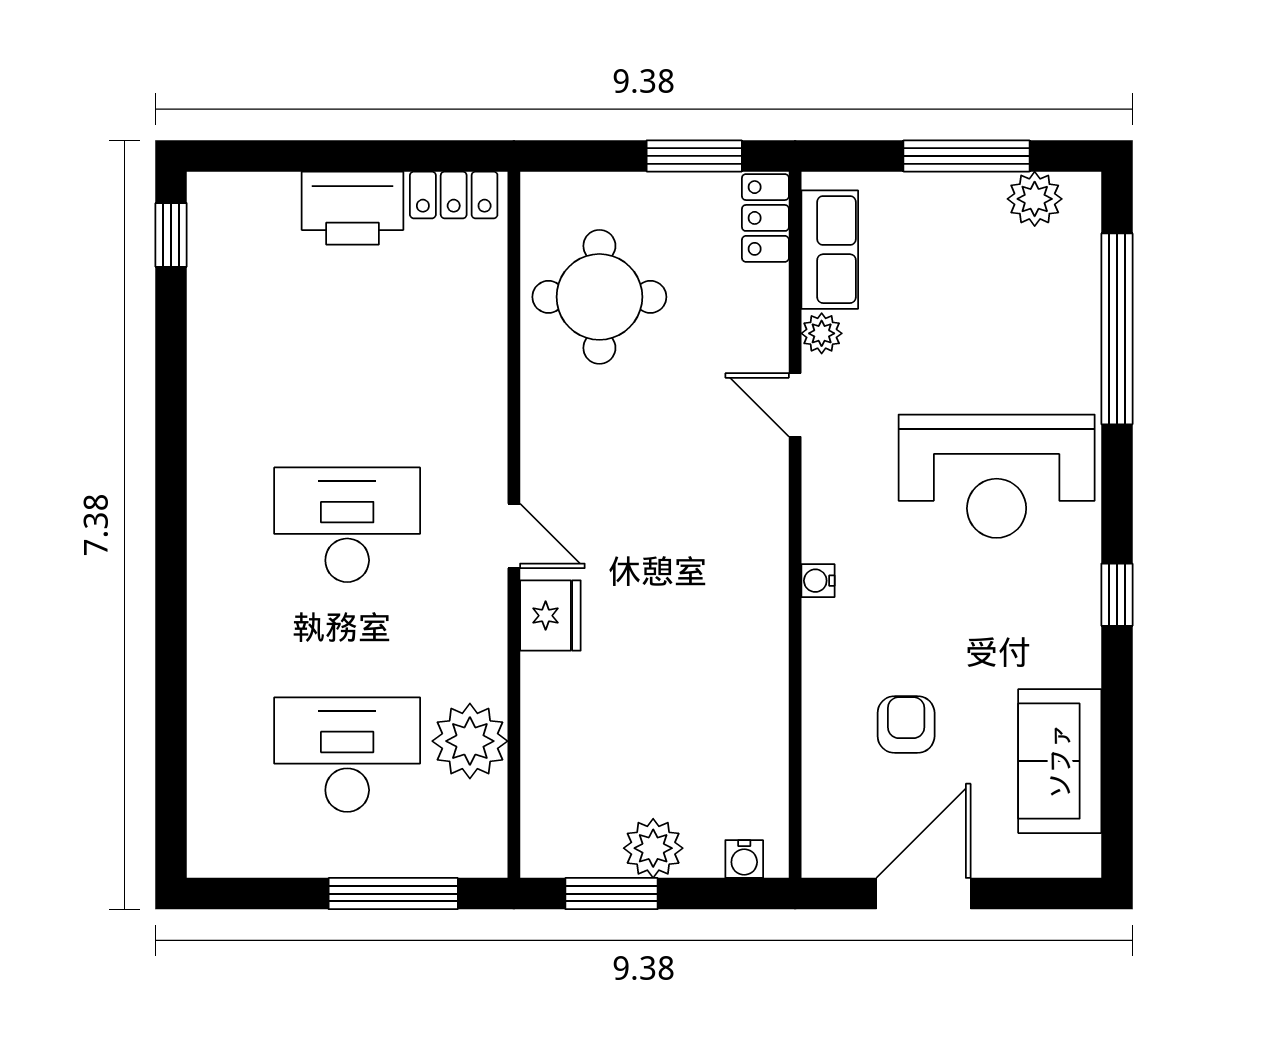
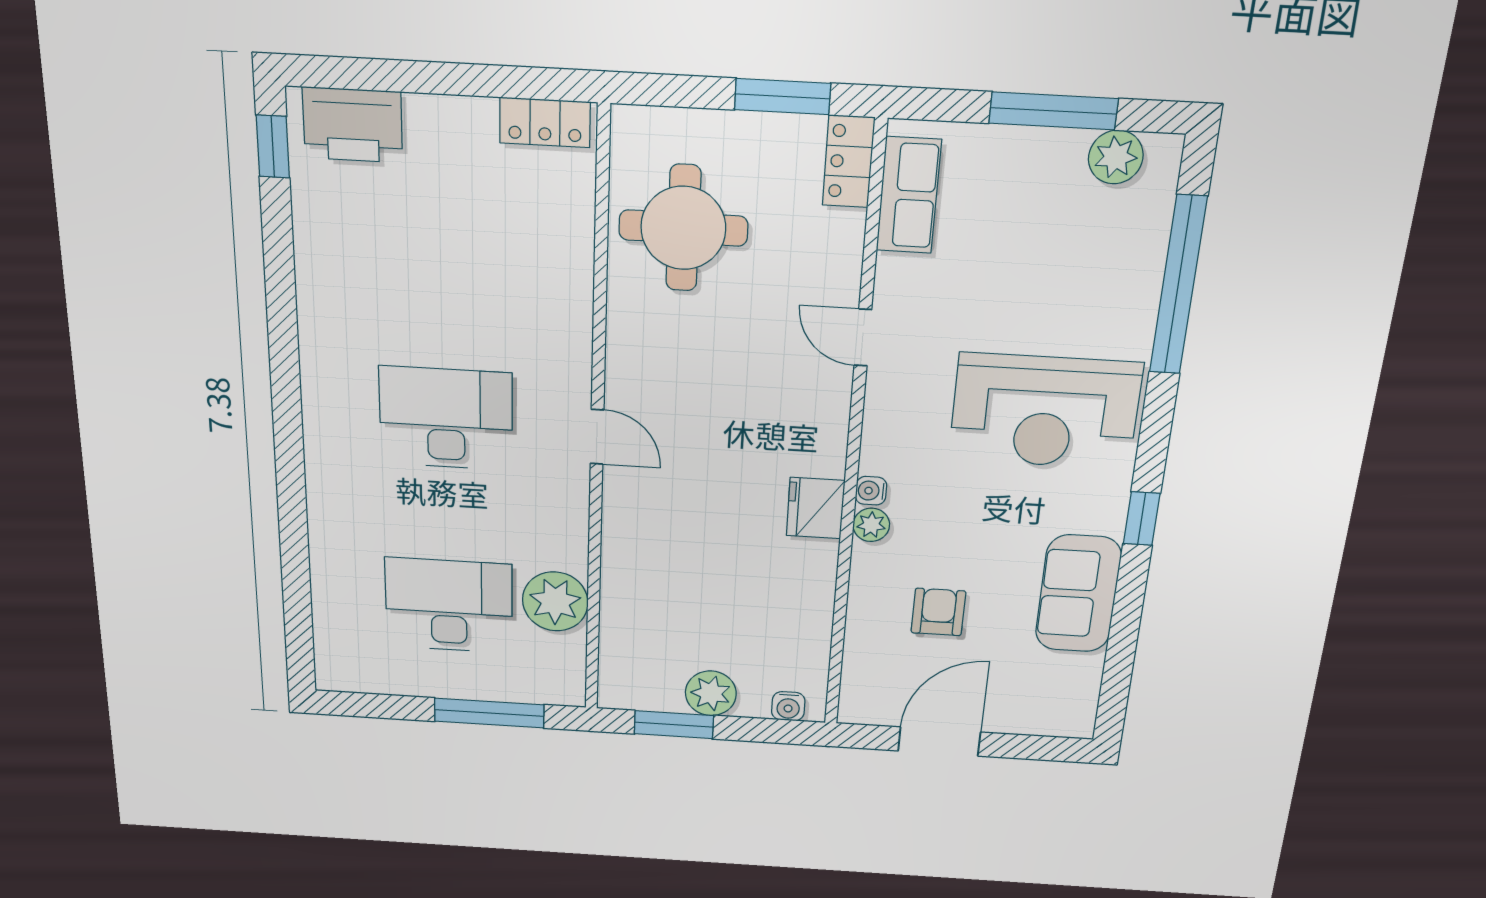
printer: (352, 208) -> (353, 125), moved
plant: (822, 333) -> (871, 525), moved
fridge: (550, 616) -> (816, 508), moved, turned 180
sofa: (1060, 761) -> (1078, 594), moved

